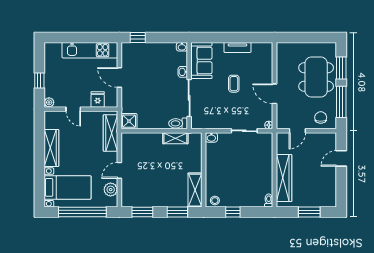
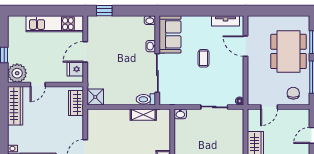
tv unit: (237, 47) -> (226, 21), moved
door: (119, 78) -> (85, 52), hinge flipped
door: (275, 94) -> (246, 46), moved
fridge: (98, 99) -> (75, 69), moved, turned -90
plant: (49, 102) -> (17, 73), width x1.87, depth x1.87
door: (73, 109) -> (38, 85), hinge flipped
wardrobe: (110, 133) -> (76, 103), width x0.67
wardrobe: (51, 148) -> (15, 106), moved

